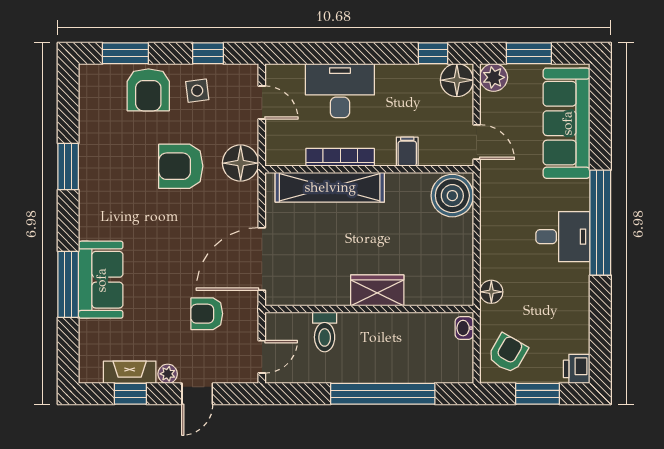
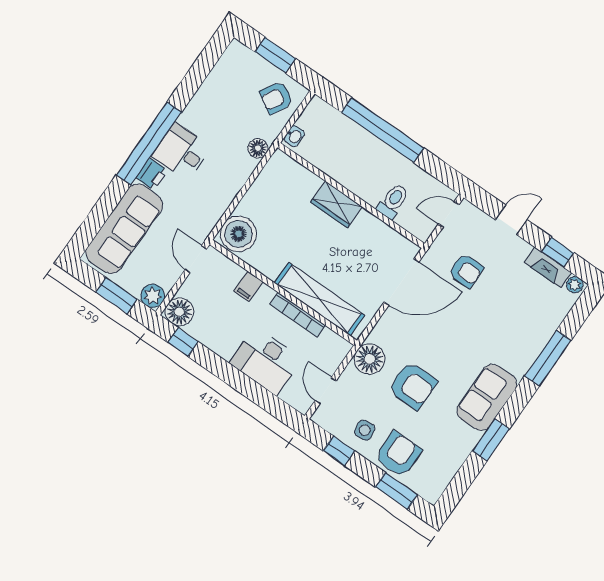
sofa: (101, 280) -> (487, 397), moved
printer: (577, 369) -> (152, 174), moved
plant: (168, 374) -> (575, 285), moved

